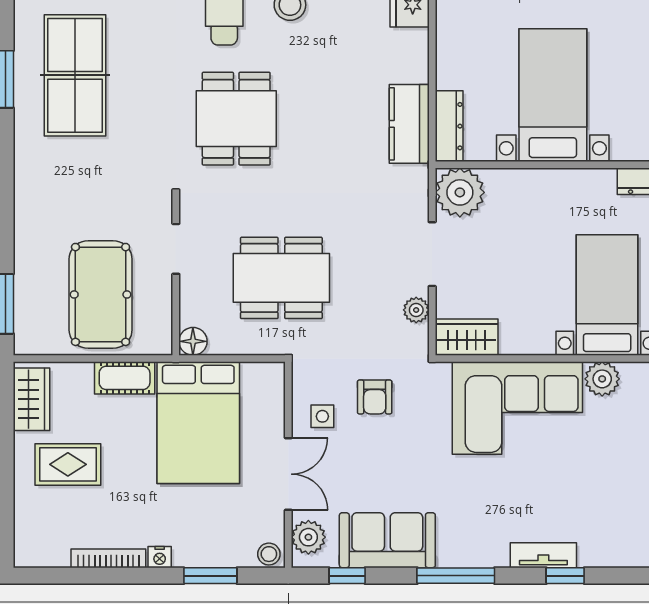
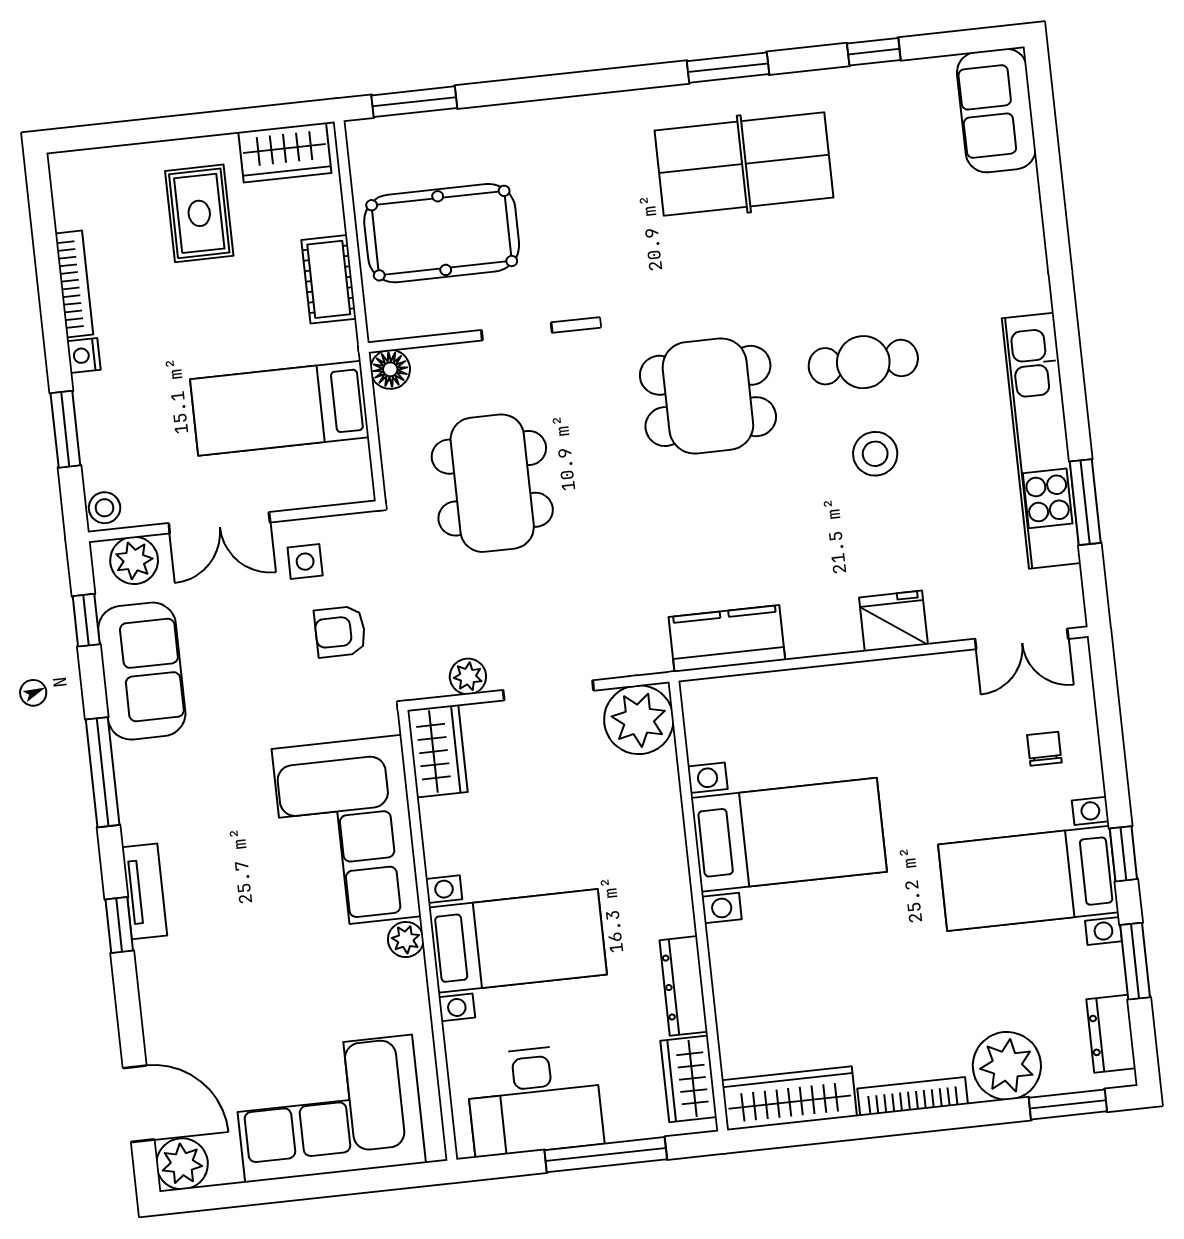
dresser: (449, 126) -> (730, 695), removed
plant: (602, 379) -> (406, 939), width x0.73, depth x0.73
bed: (198, 423) -> (280, 408), width x0.67

